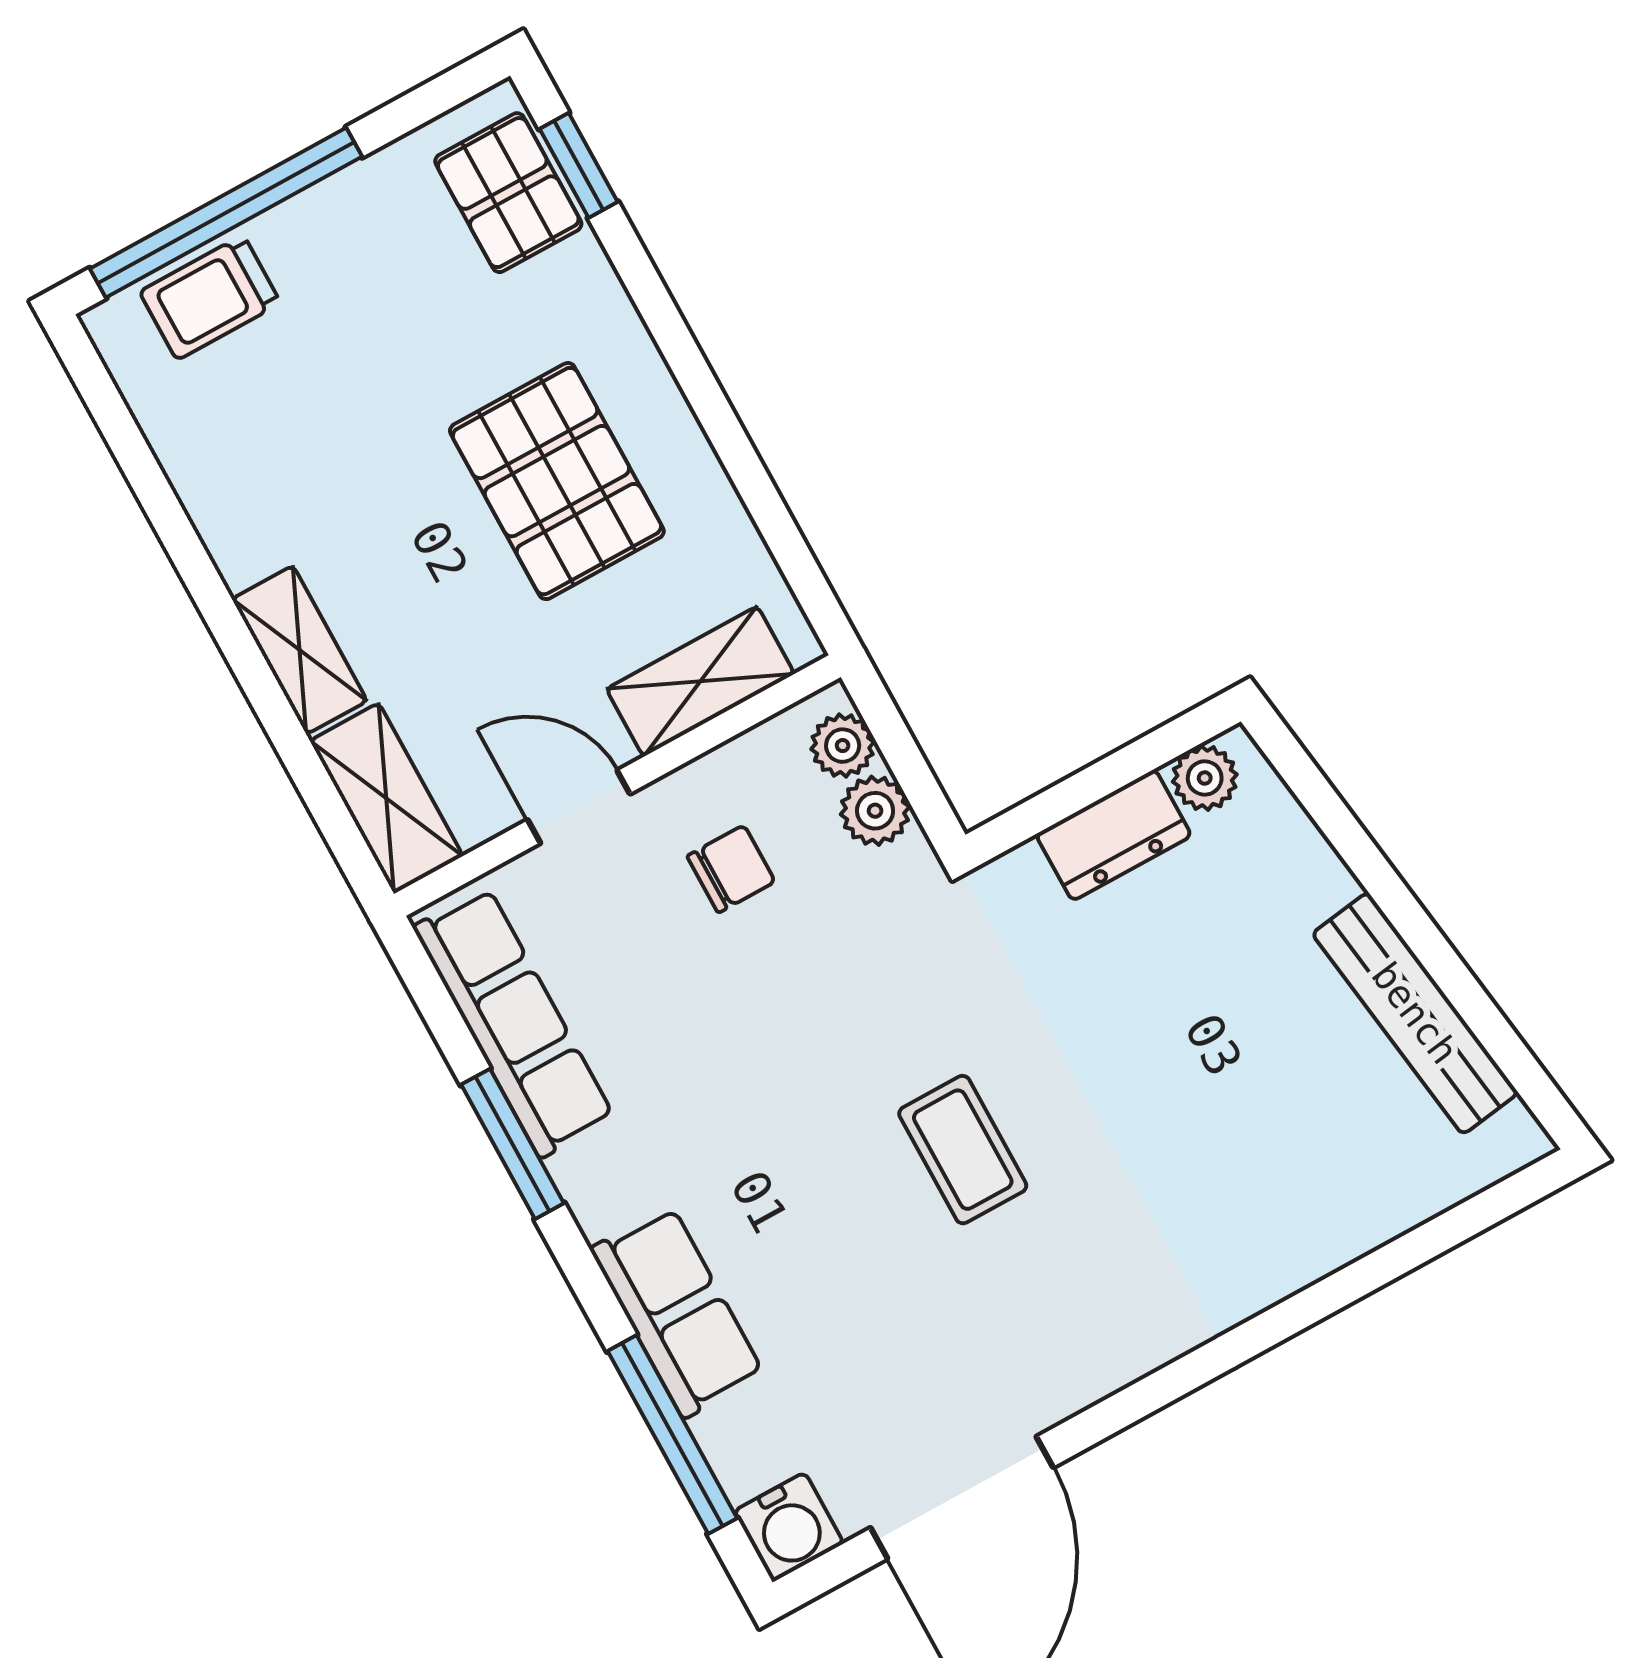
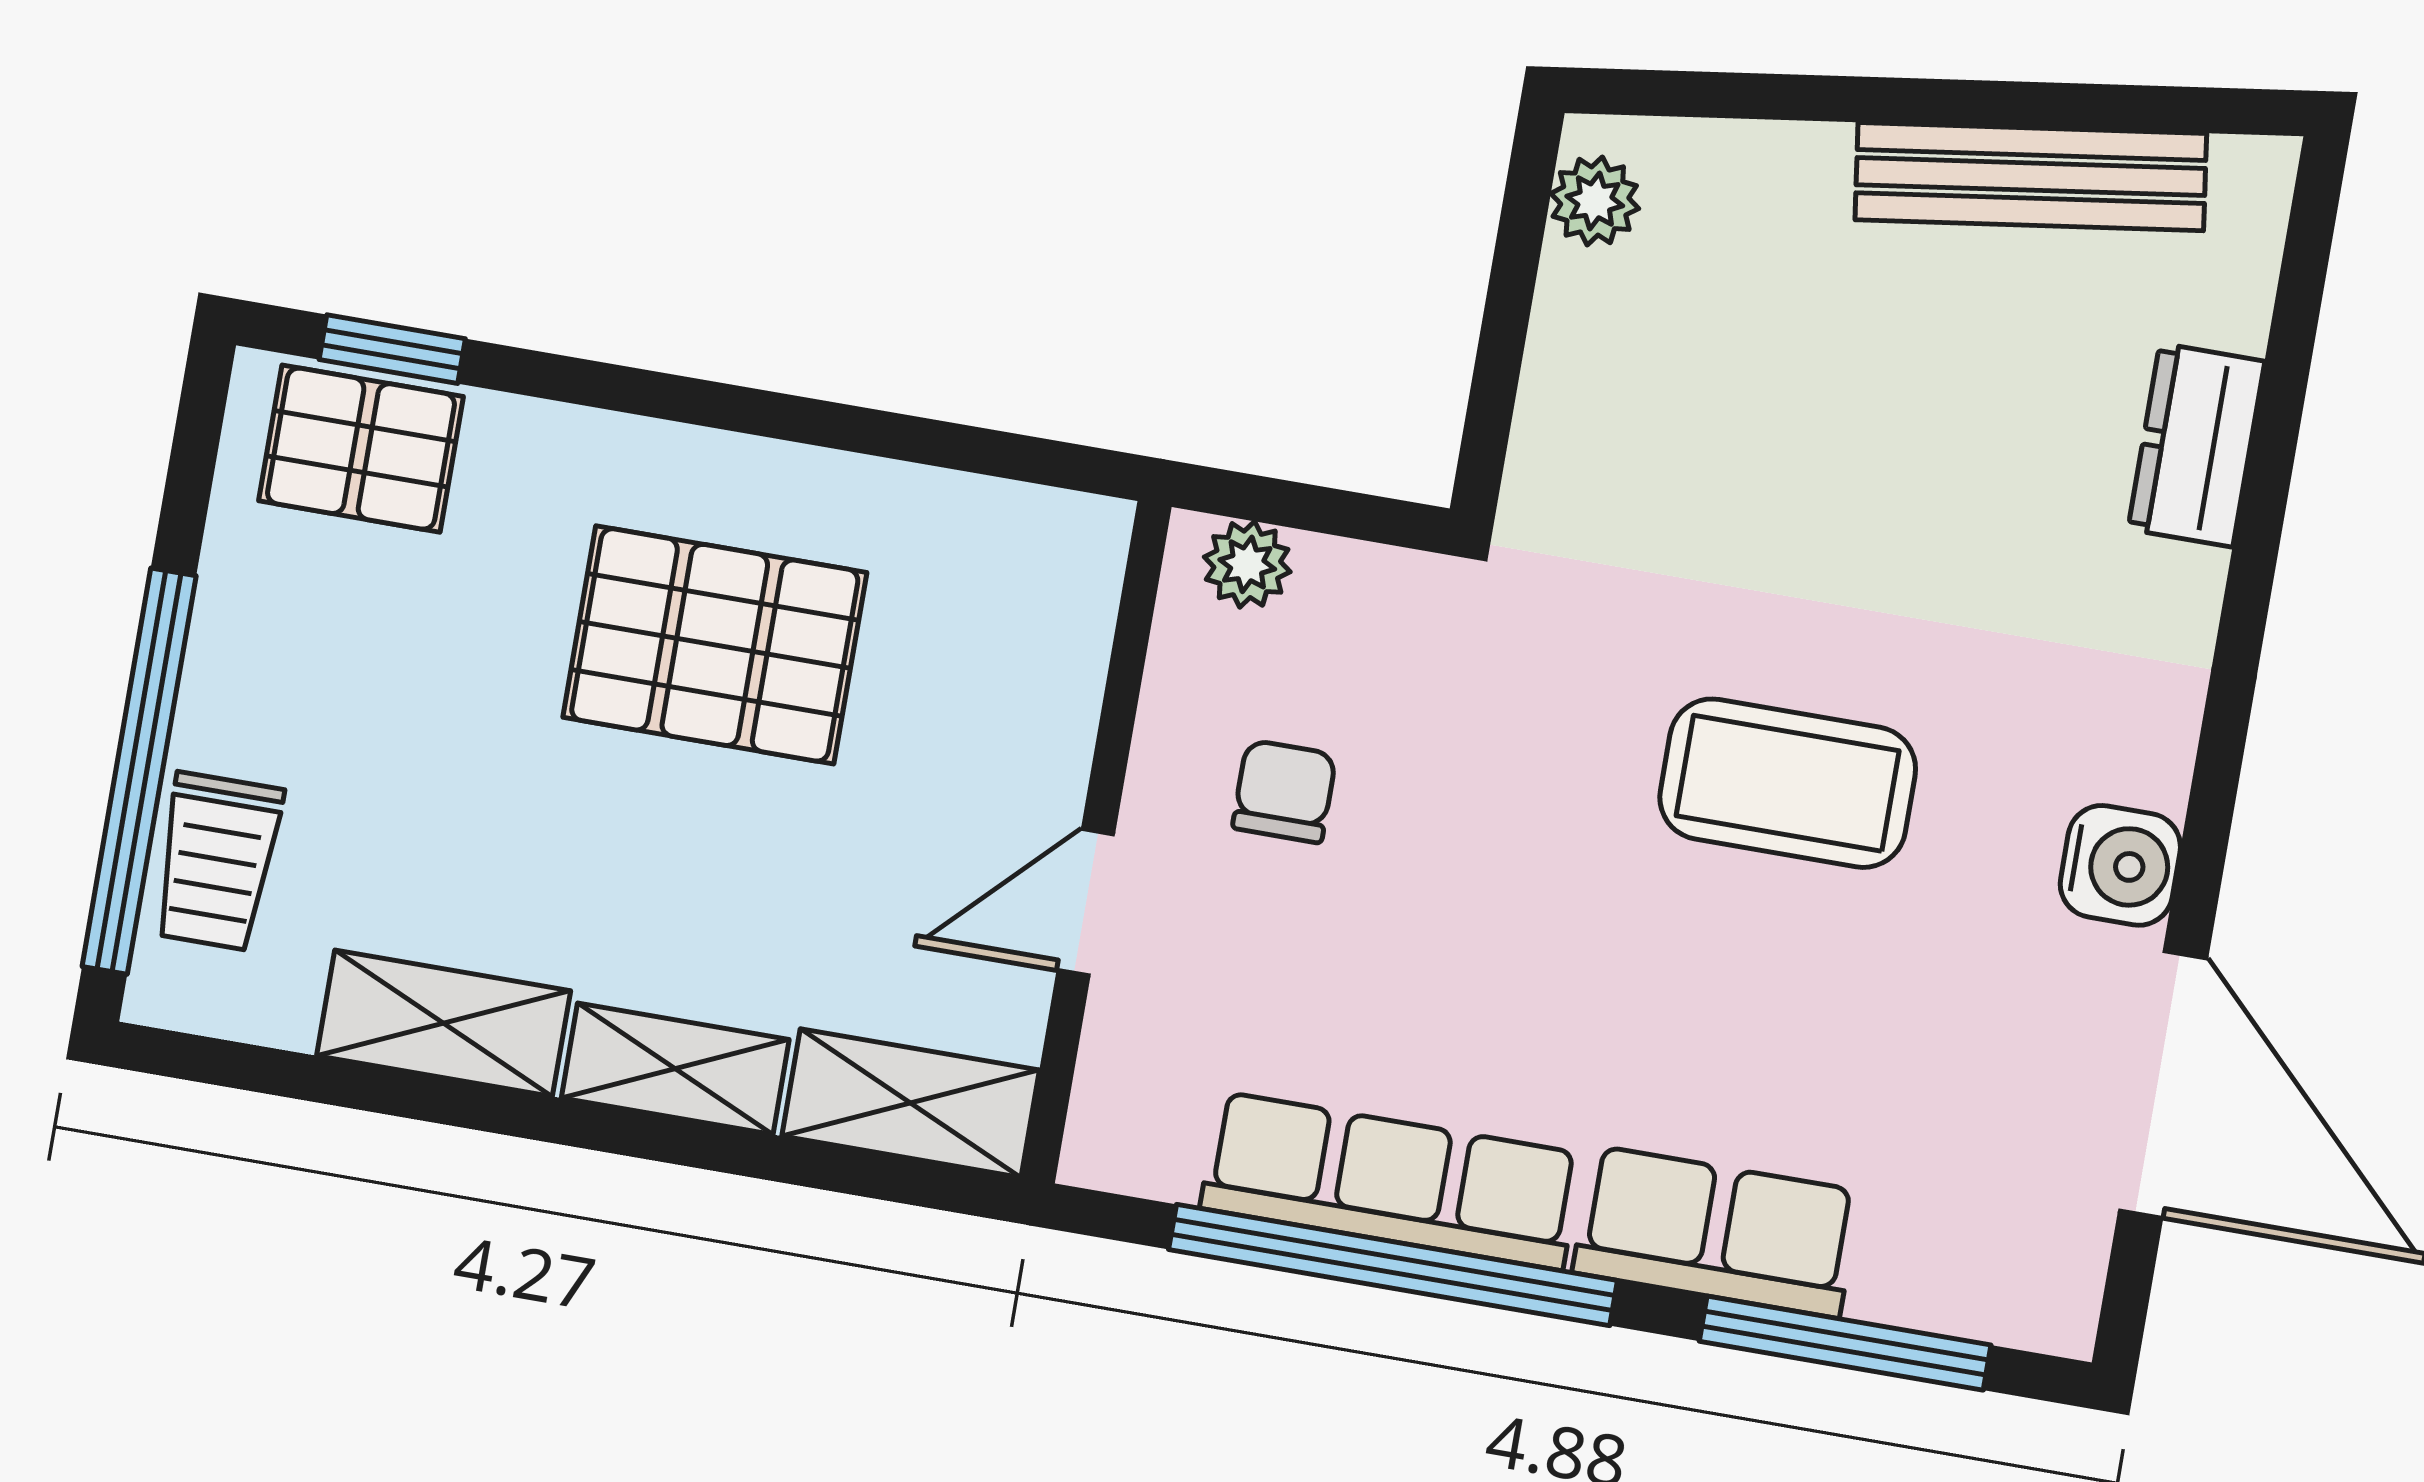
shelving: (700, 681) -> (444, 1023), moved, turned 90
plant: (875, 811) -> (1346, 586), removed
dresser: (1114, 835) -> (2196, 445), moved, turned 180
row of seats: (514, 1022) -> (1391, 1181), moved
window: (512, 1144) -> (1393, 1265), width x2.11
coffee table: (963, 1150) -> (1788, 783), width x1.36, depth x1.30
water cooler: (789, 1527) -> (2120, 865), moved

